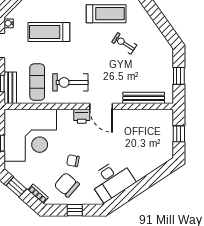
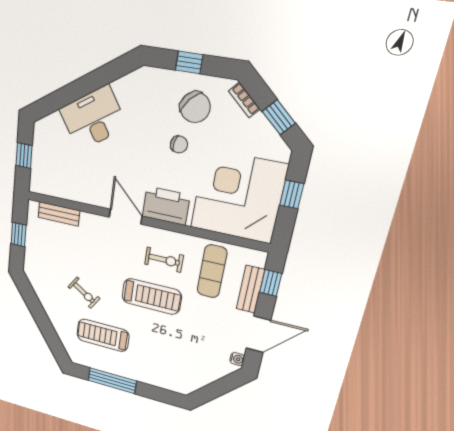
treadmill: (49, 32) -> (152, 296), moved
exercise bike: (70, 82) -> (164, 260), width x0.73, depth x0.72
bench: (10, 88) -> (250, 289), moved
bench: (144, 98) -> (59, 214), width x0.73
printer: (82, 116) -> (166, 206), width x1.87, depth x1.48
desk: (112, 180) -> (93, 118), moved

